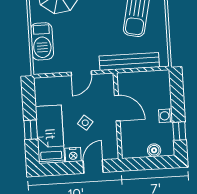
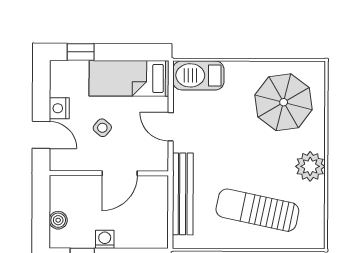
barbecue: (42, 41) -> (198, 75), moved
window: (31, 130) -> (81, 52), moved
bed: (50, 134) -> (129, 78), moved, turned 180

